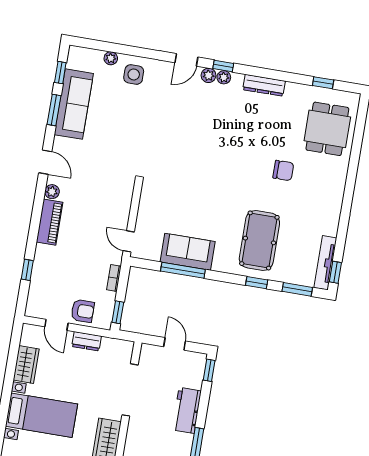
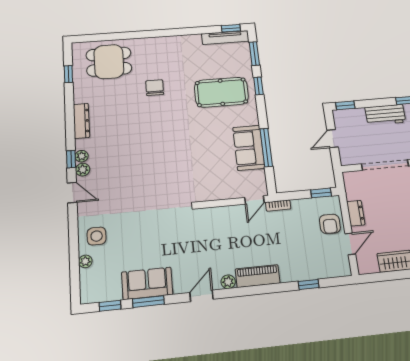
sofa: (74, 104) -> (147, 283), width x0.73
bookcase: (114, 278) -> (278, 206), moved
armchair: (83, 311) -> (330, 224), turned 180

